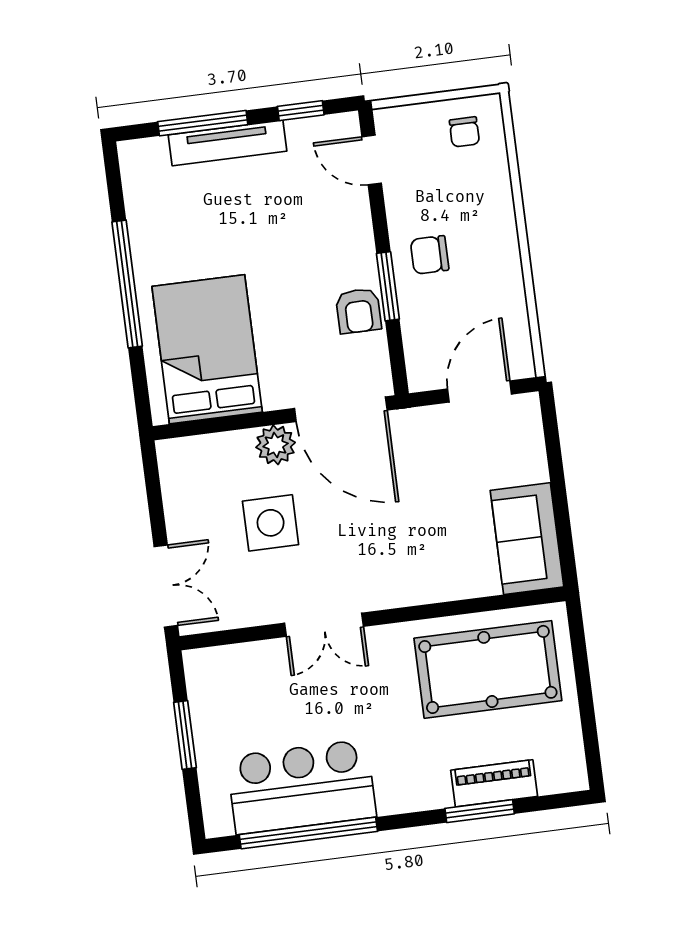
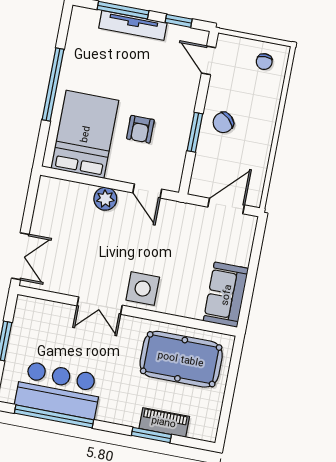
chair: (430, 255) -> (223, 123), turned -46
armchair: (358, 311) -> (140, 129), moved
door: (341, 409) -> (147, 191), width x0.53
side table: (271, 523) -> (143, 289), moved

